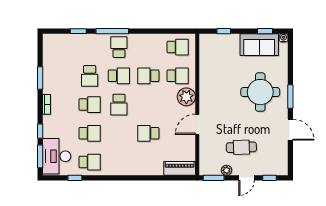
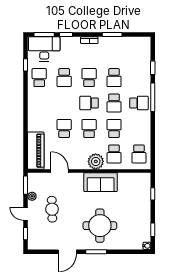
sofa: (259, 45) -> (101, 182), moved, turned -90
school desk: (90, 76) -> (114, 78), turned -90
school desk: (90, 105) -> (89, 78), turned 180
school desk: (148, 105) -> (89, 128), added
door: (197, 124) -> (60, 171), moved
school desk: (90, 162) -> (39, 78), turned 180
piano: (180, 168) -> (36, 151), width x1.37, depth x1.33

